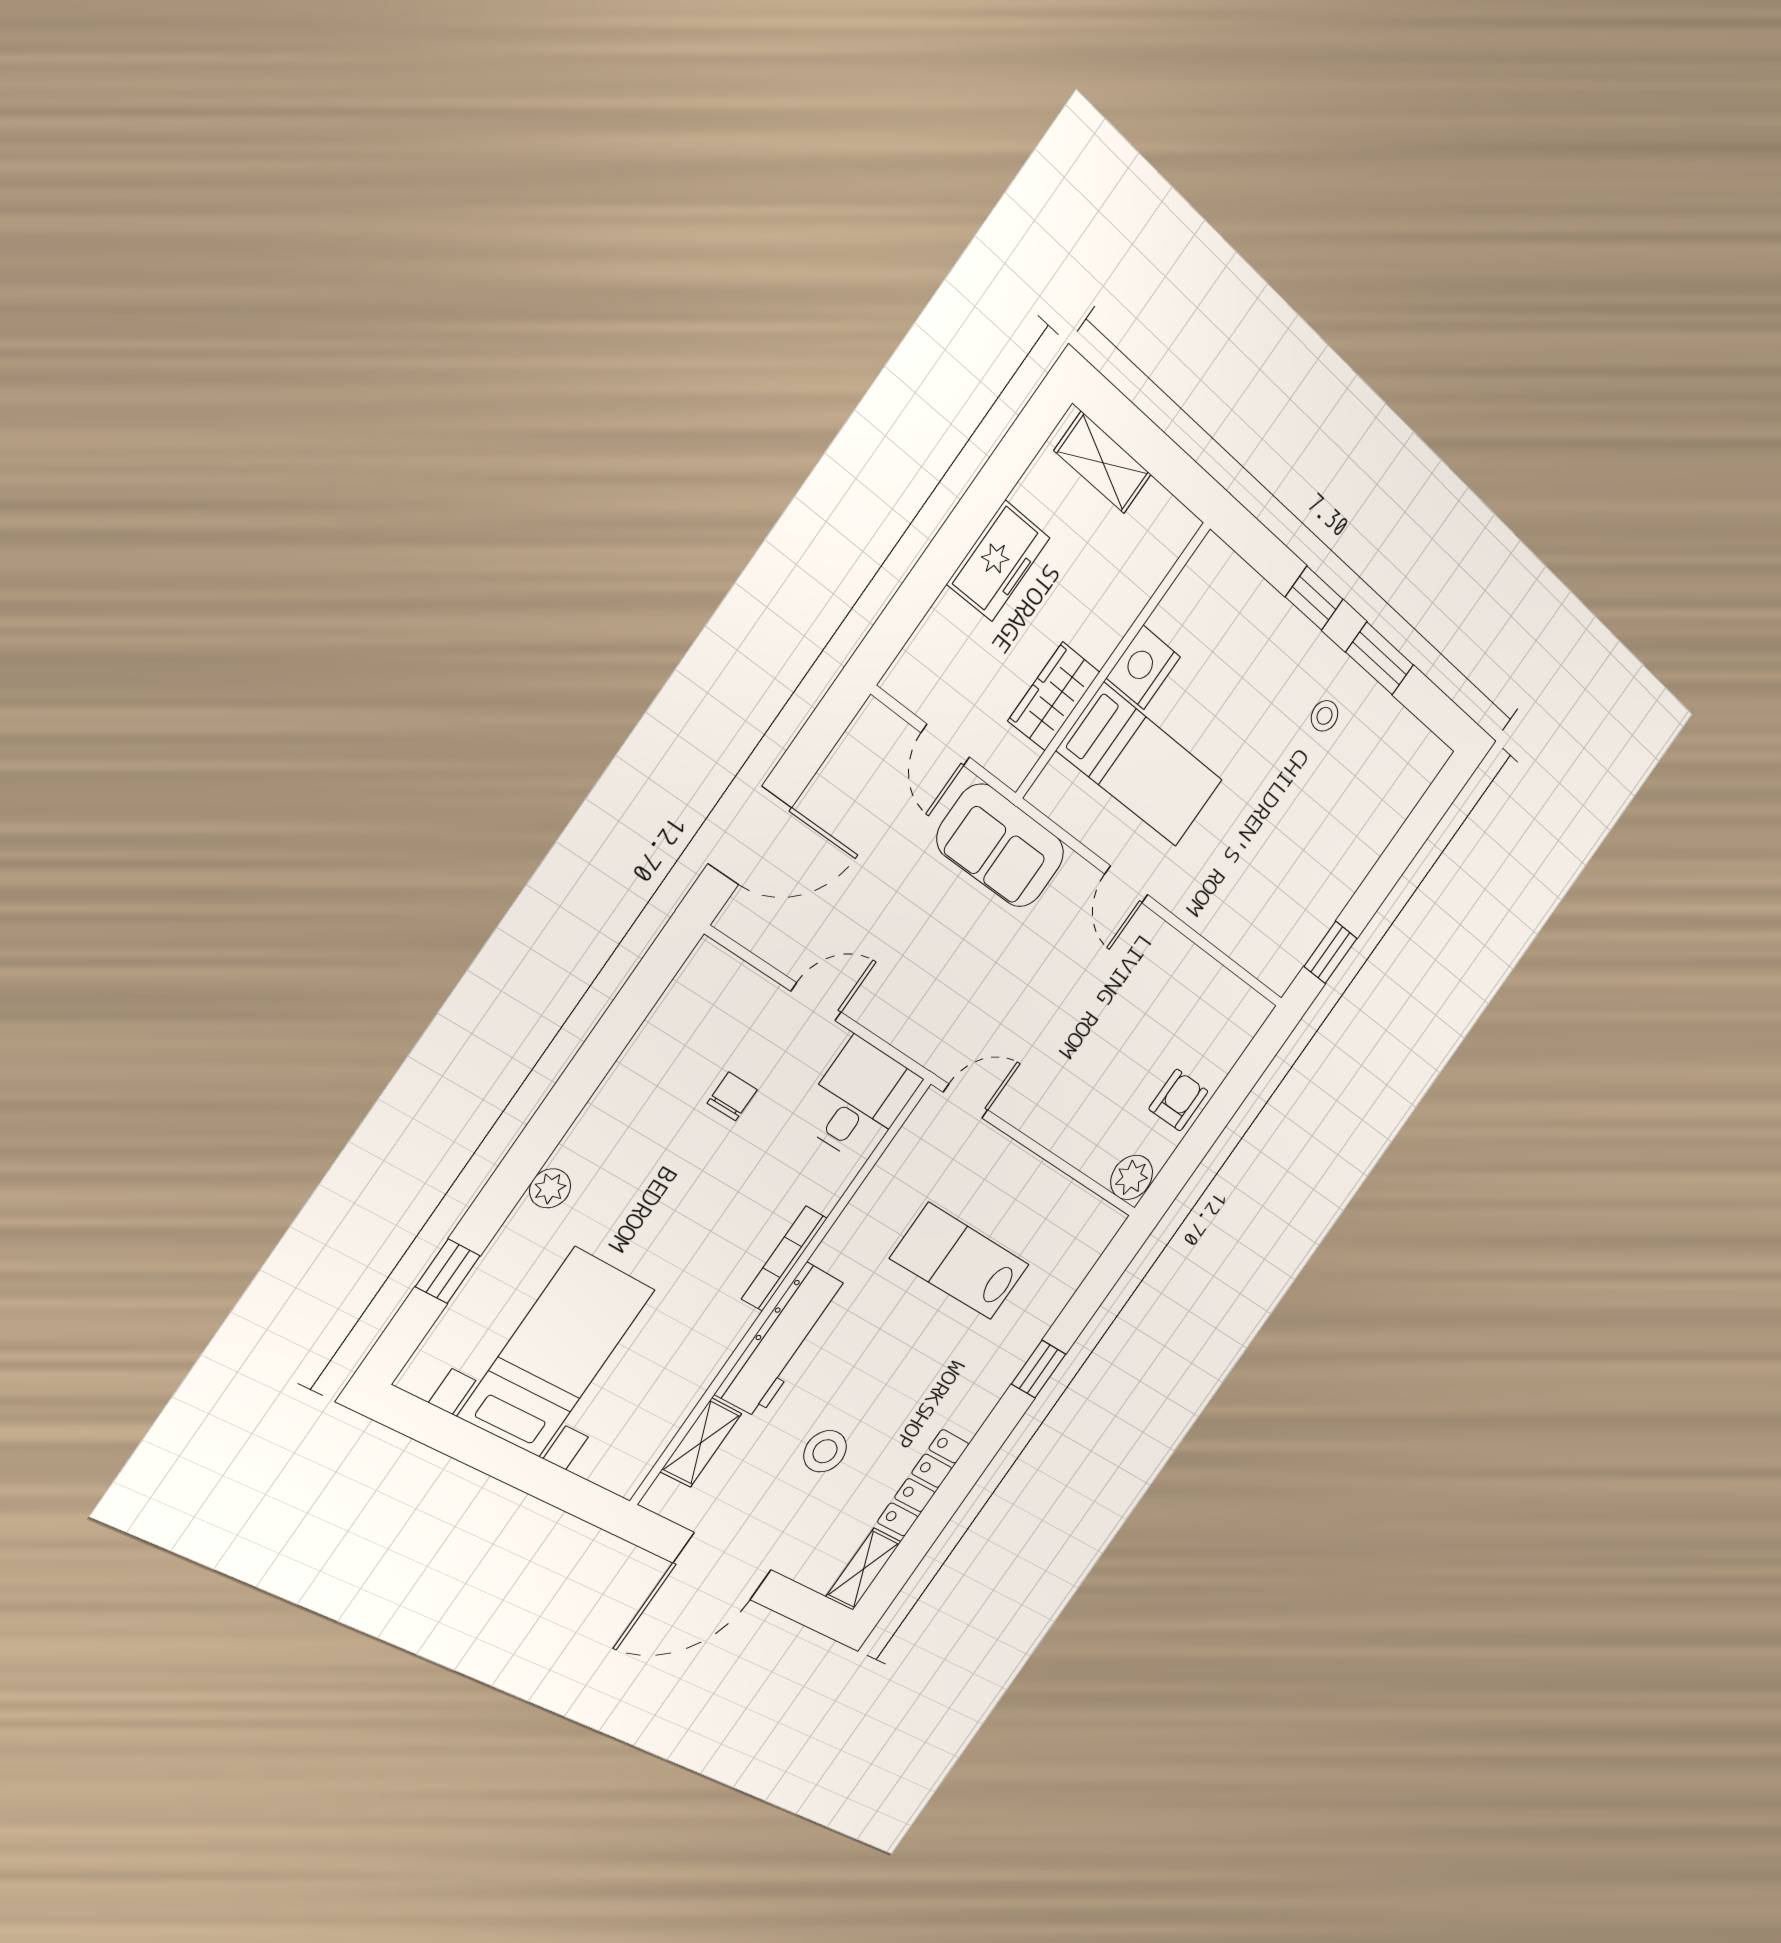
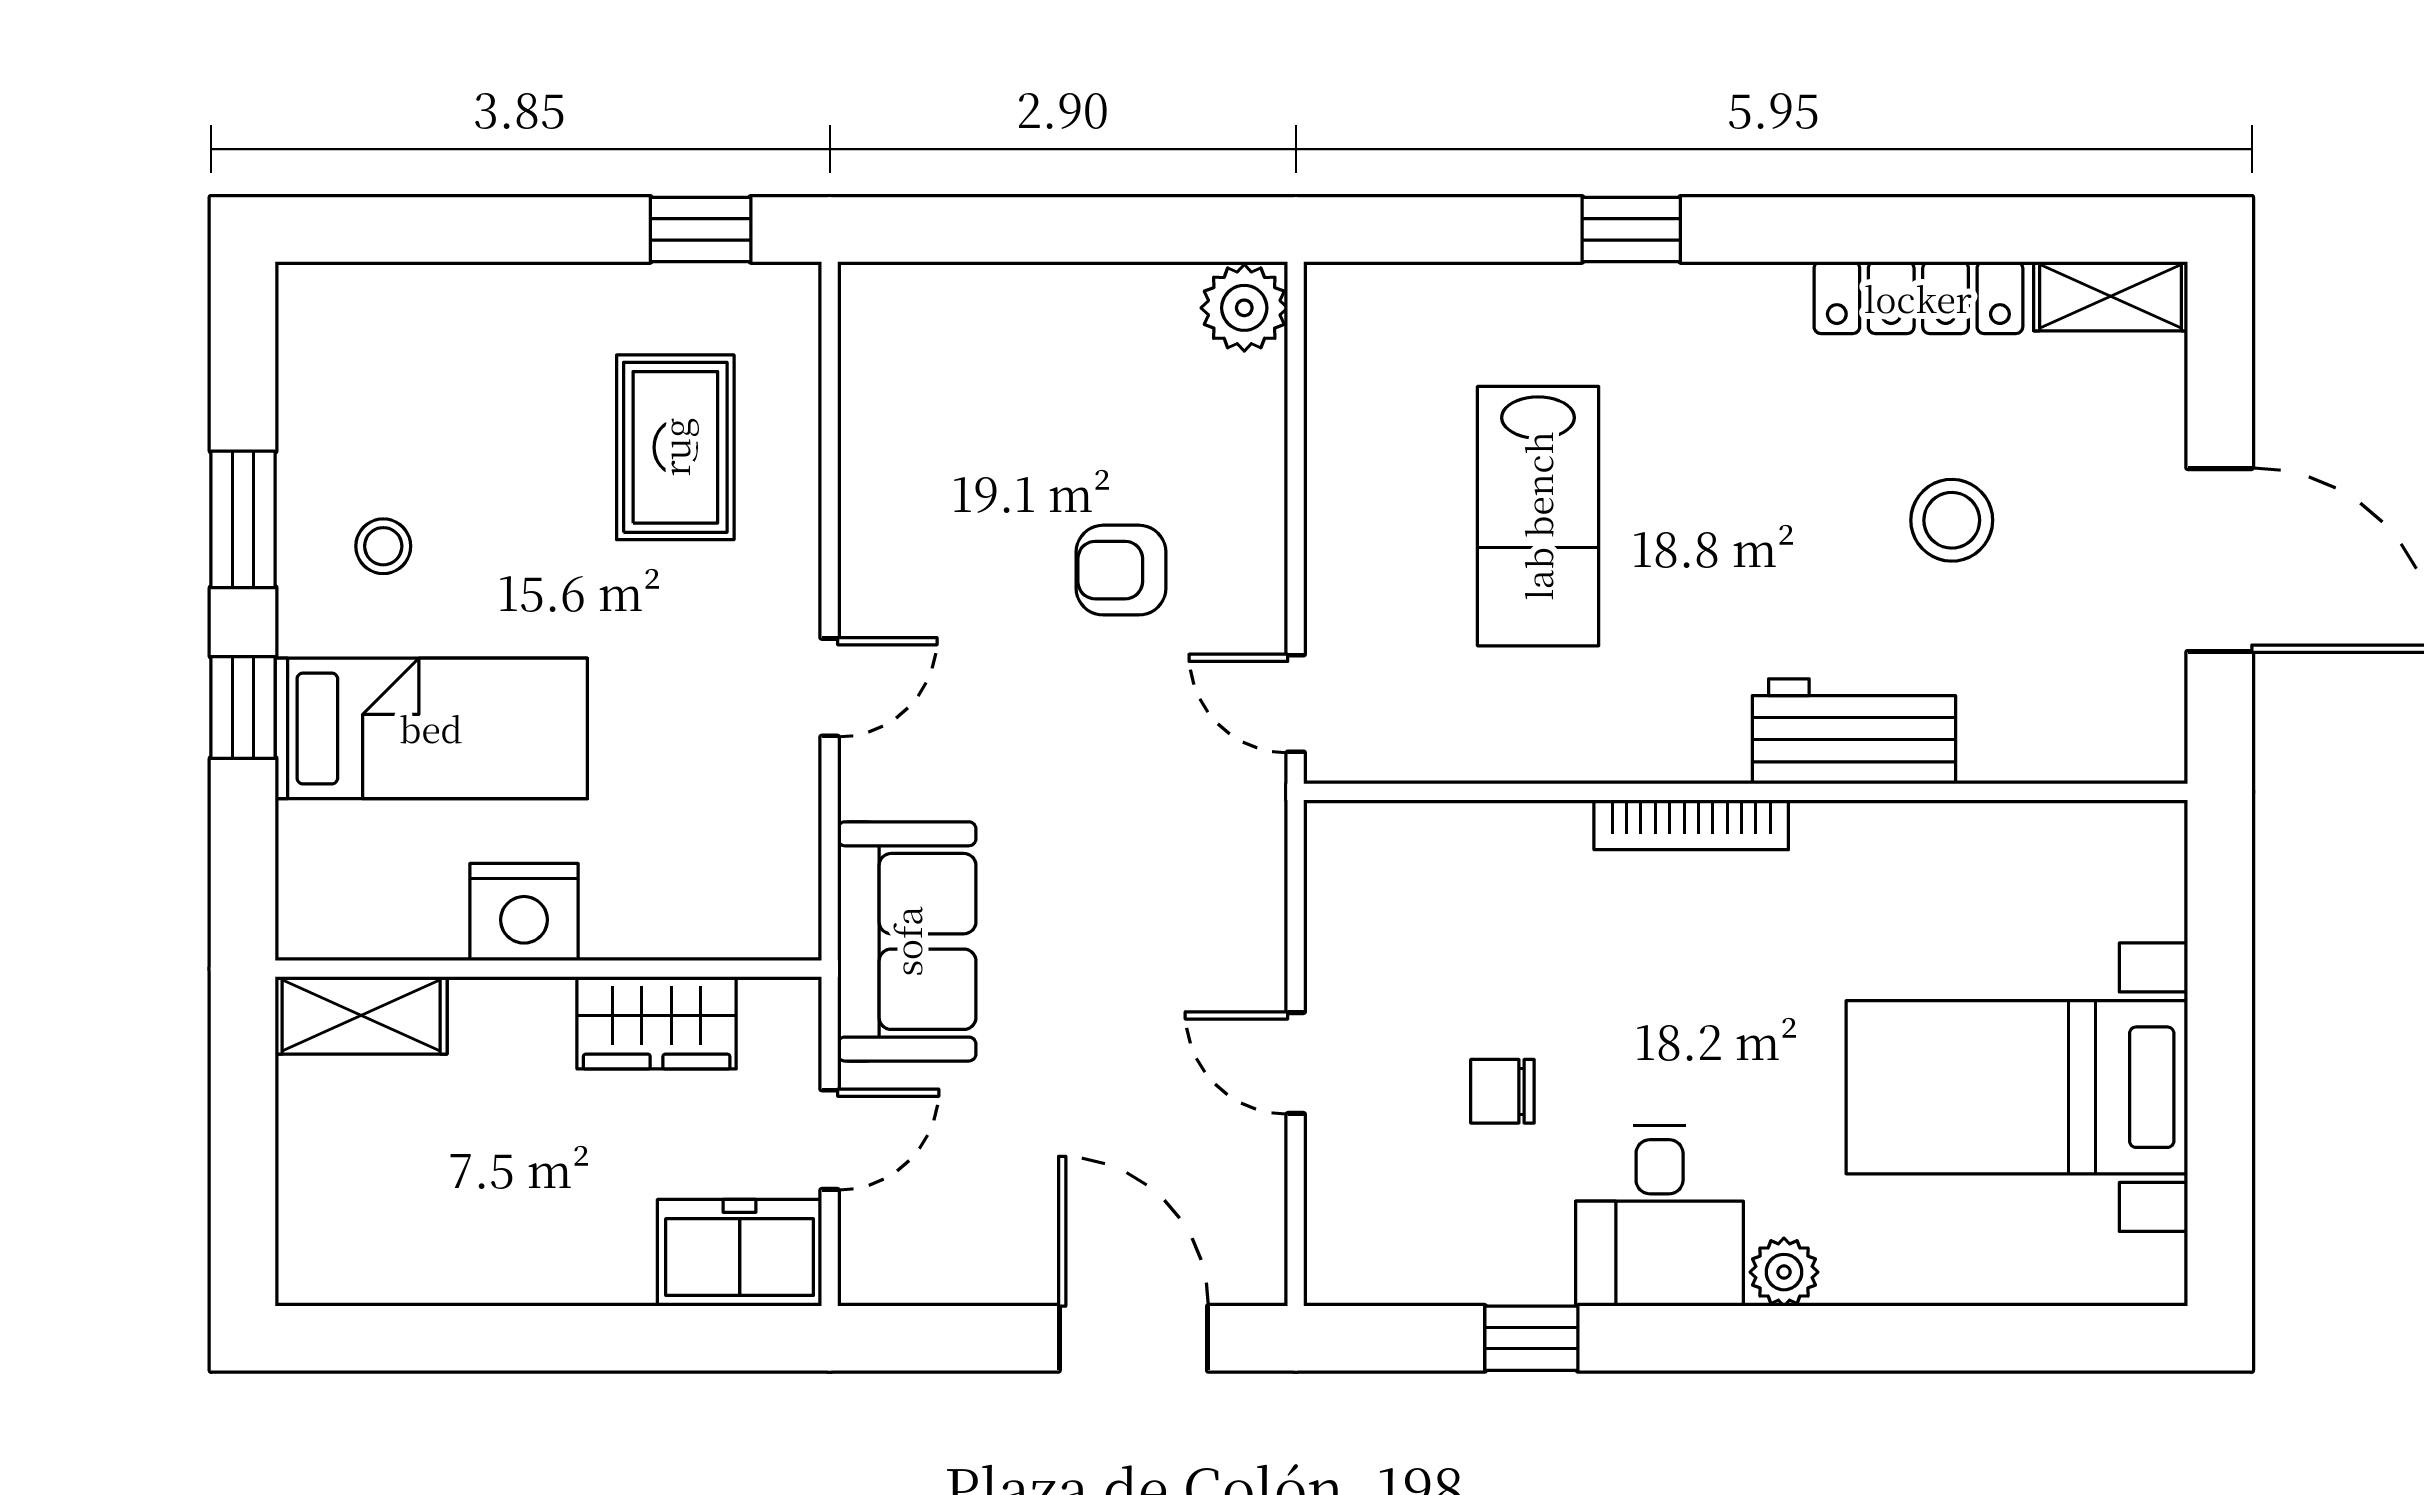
shelving: (1103, 463) -> (361, 1015), moved, turned 90
freezer: (998, 561) -> (740, 1253), moved
bed: (1140, 765) -> (431, 728), moved, turned 90
rug: (1264, 881) -> (675, 447), added
desk: (859, 1100) -> (1660, 1216), moved, turned -90
armchair: (1178, 1100) -> (1121, 570), moved
window: (448, 1271) -> (1531, 1338), moved
workbench: (782, 1340) -> (1854, 731), width x0.73
shelving: (701, 1443) -> (2040, 749), removed

